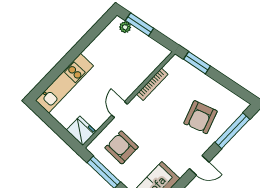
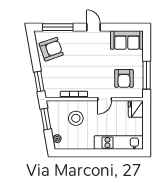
window: (140, 24) -> (46, 119), moved
stool: (128, 64) -> (76, 118), added
armchair: (201, 117) -> (51, 49), moved

